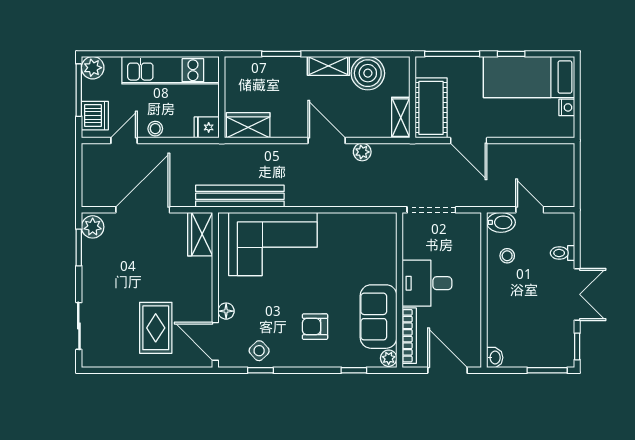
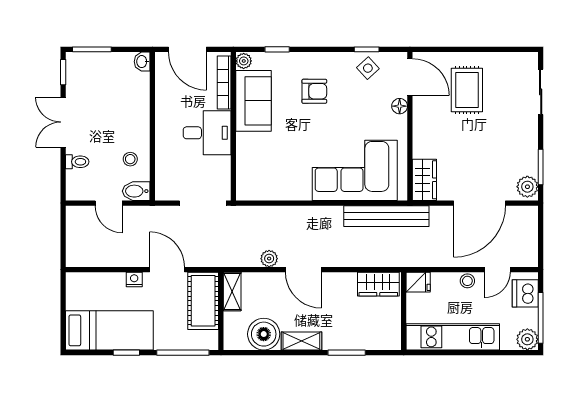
nightstand: (567, 107) -> (134, 279), moved, turned 90

